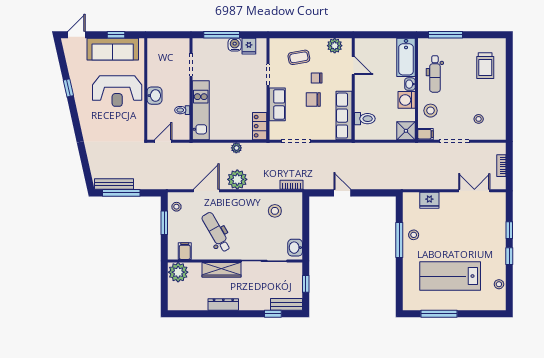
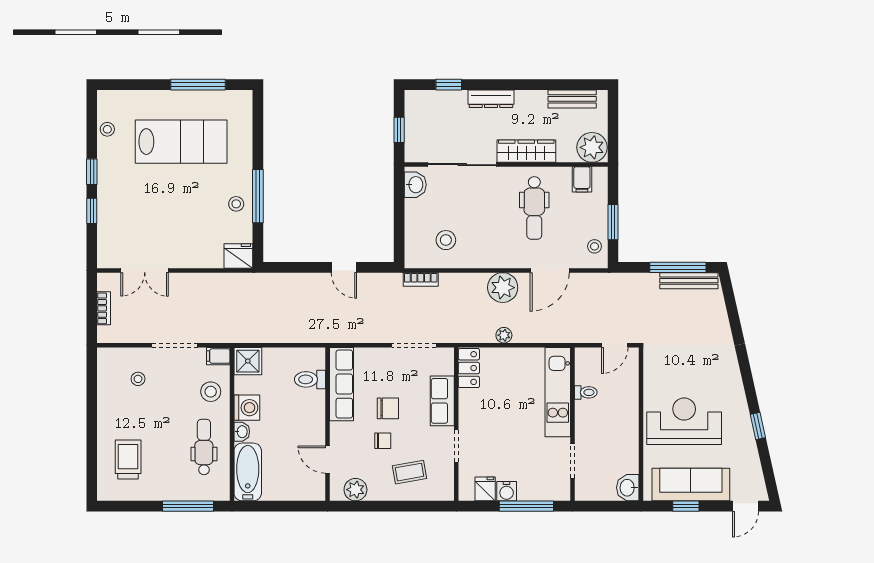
washbasin: (154, 96) -> (628, 488), moved
fridge: (429, 200) -> (238, 256), moved
dental chair: (216, 232) -> (534, 208), turned 30
dresser: (223, 304) -> (491, 99), moved
bench: (287, 304) -> (572, 99), moved

